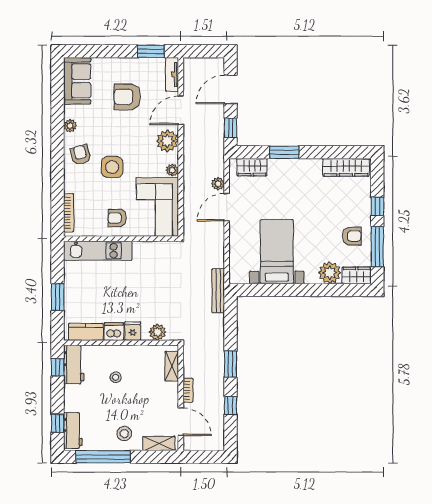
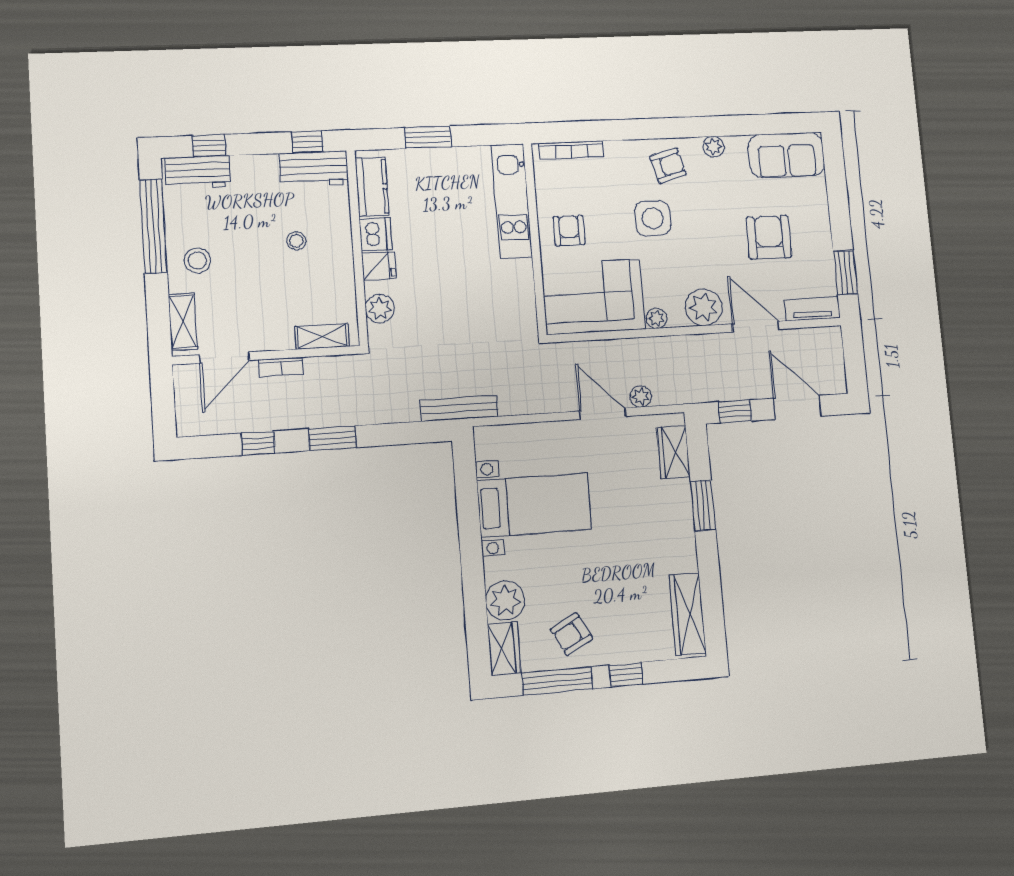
armchair: (352, 236) -> (572, 634), turned 62

